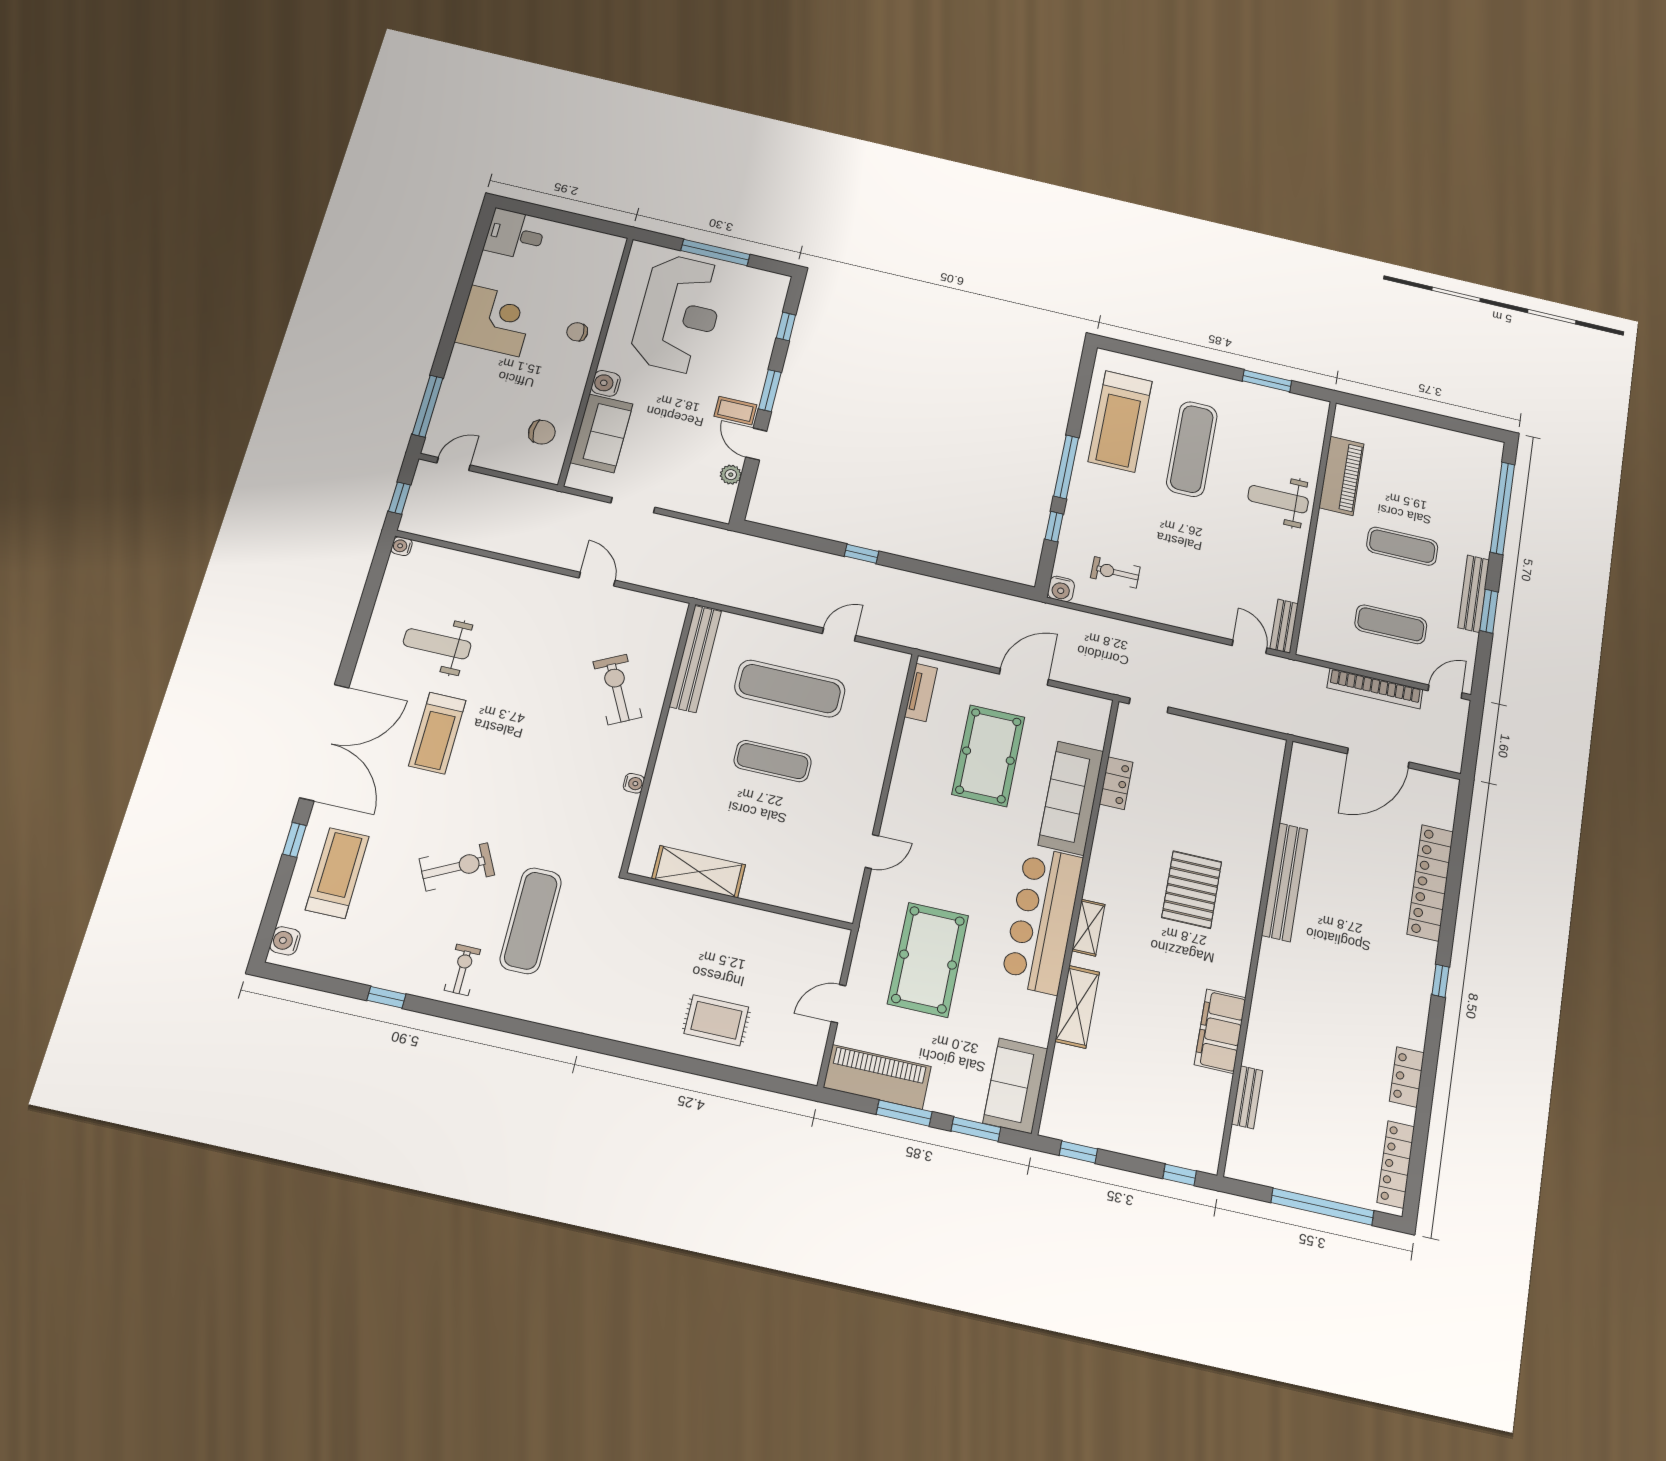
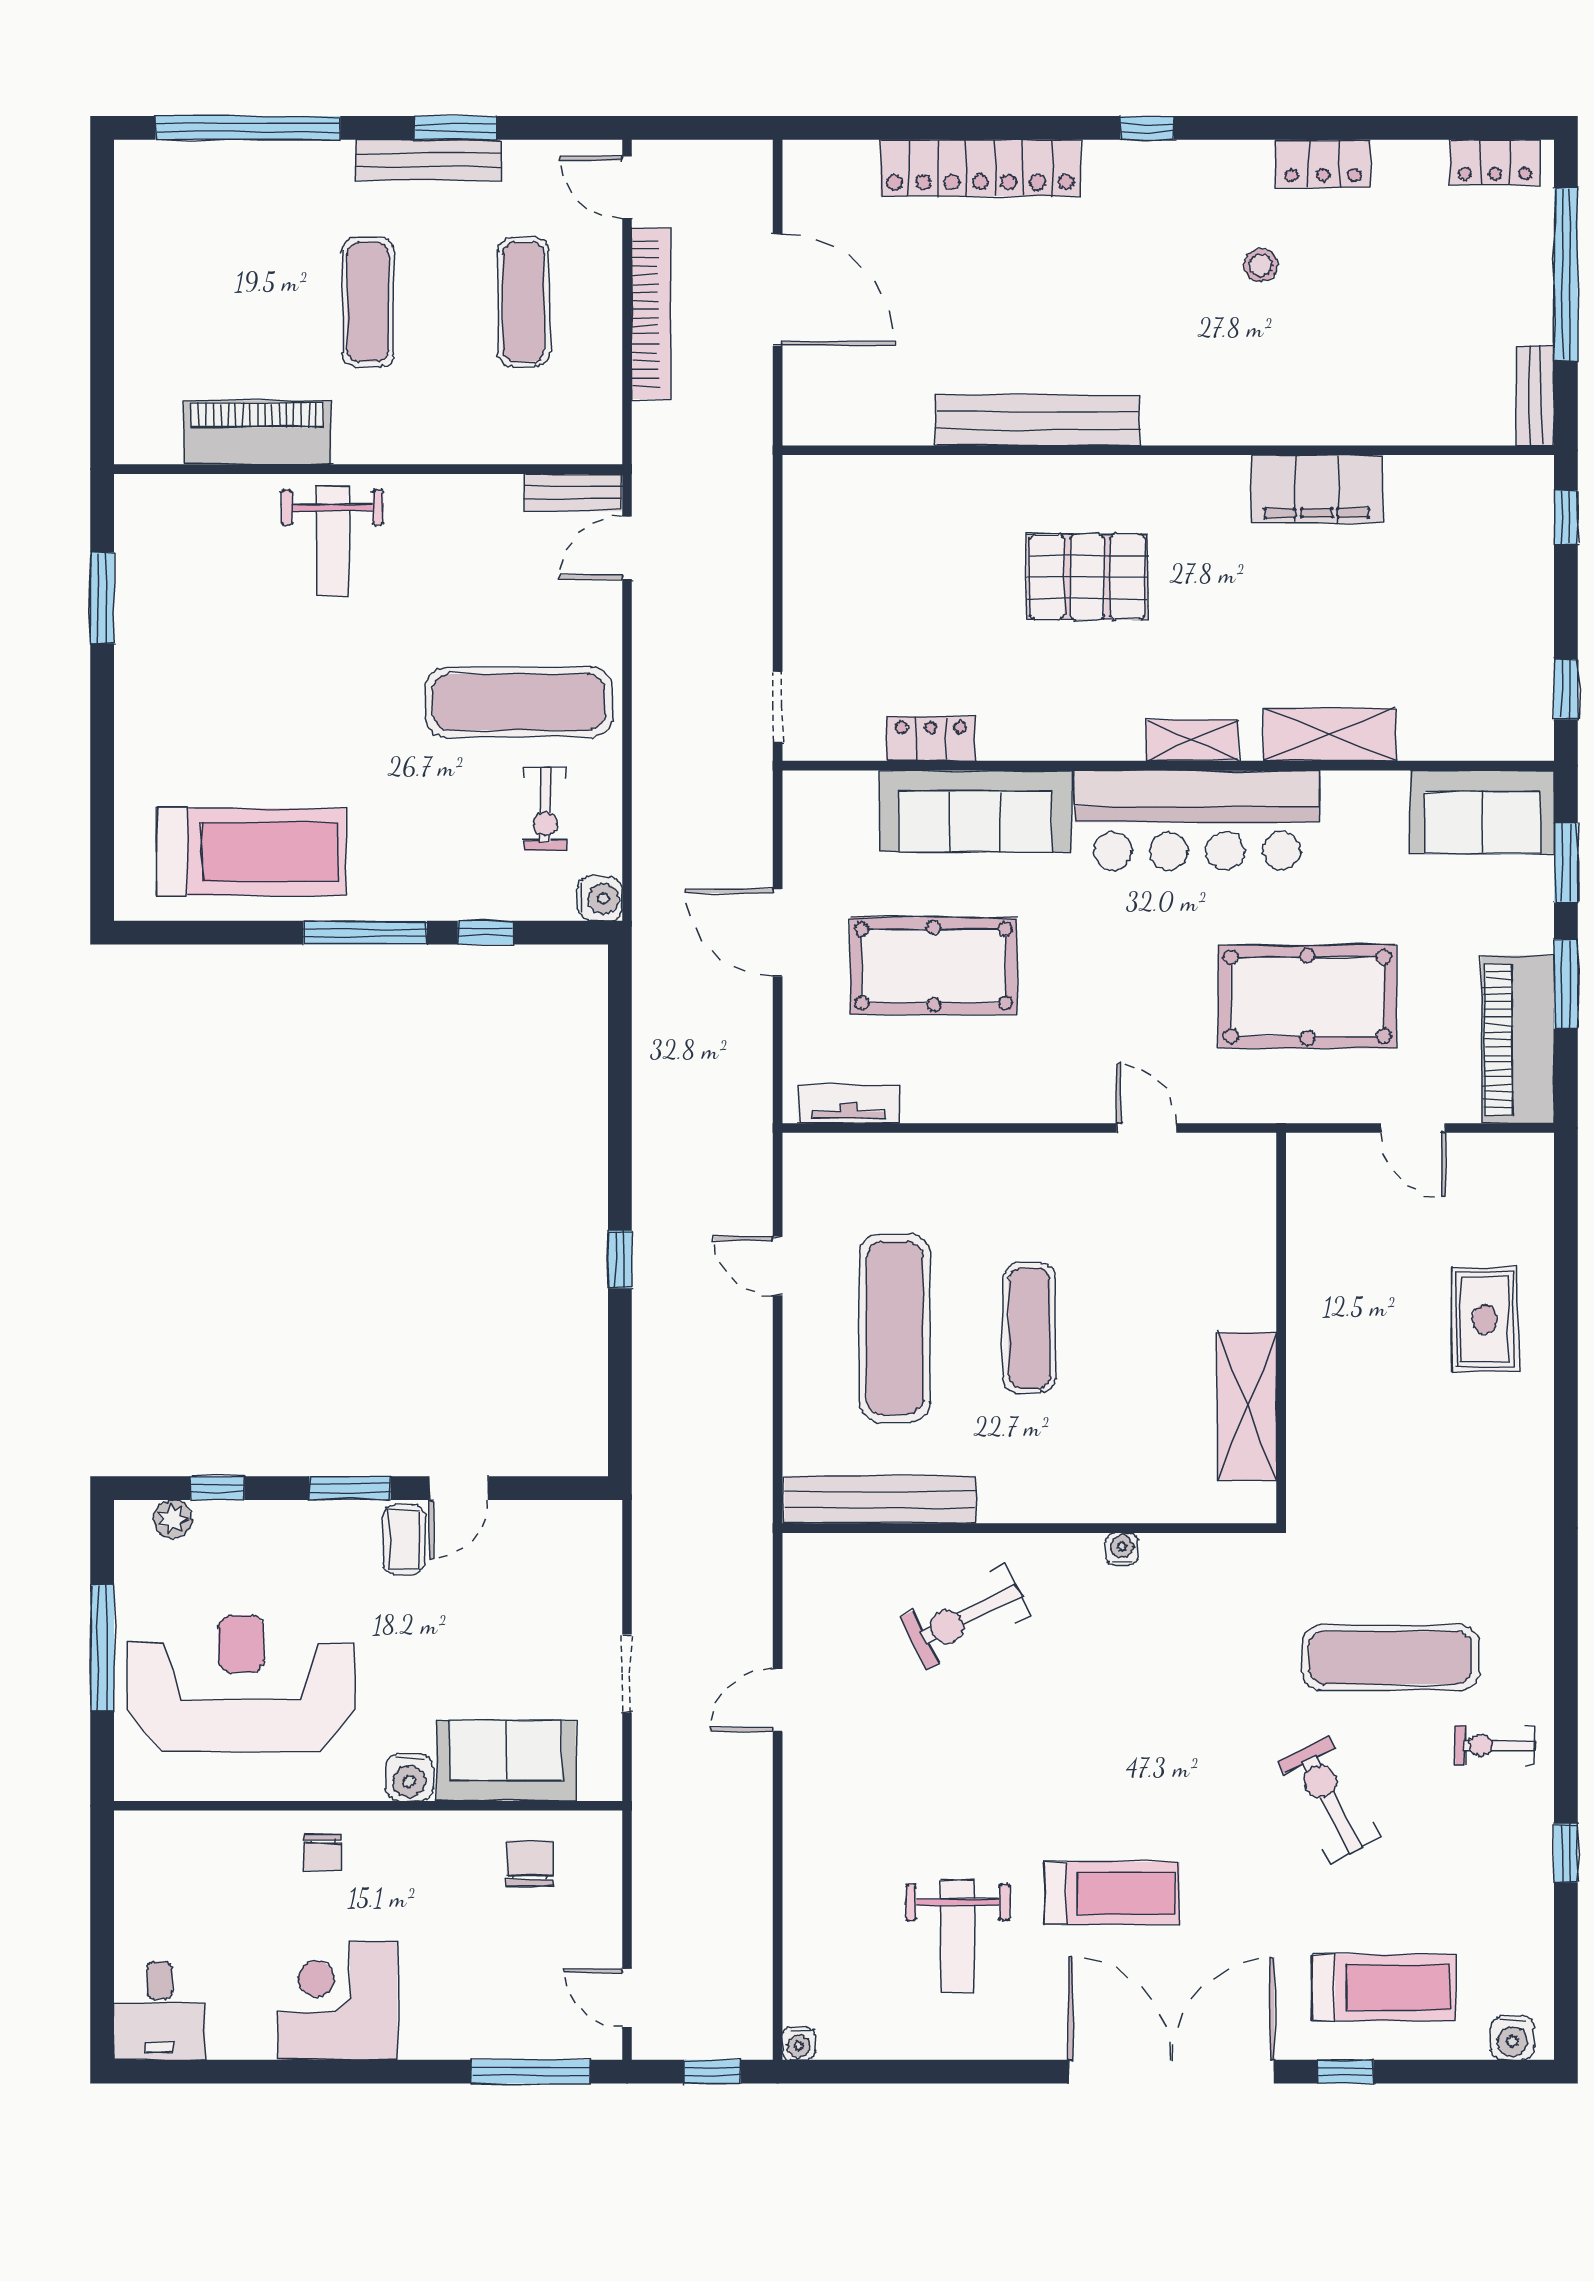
exercise mat: (1192, 449) -> (519, 702), moved
plant: (731, 475) -> (173, 1519), moved
treadmill: (337, 873) -> (1384, 1988), turned 180
stool: (1354, 1028) -> (1261, 265), added
bench: (1247, 1097) -> (1535, 396), moved, turned 90
locker: (1396, 1164) -> (1495, 162), width x0.66

